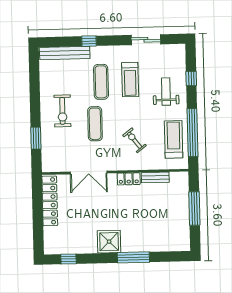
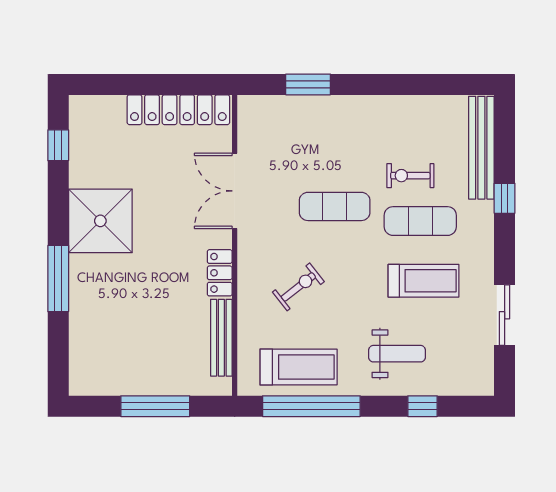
treadmill: (130, 80) -> (424, 281), turned 180
exercise bike: (62, 111) -> (410, 176), moved, width x0.73, depth x0.72
bench: (155, 177) -> (221, 338), width x1.36
shower: (109, 242) -> (100, 221), width x1.37, depth x1.37

